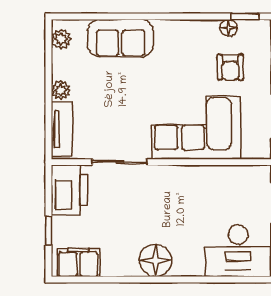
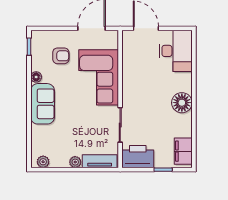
floor lamp: (229, 28) -> (36, 77), moved
sofa: (120, 38) -> (43, 104), moved

